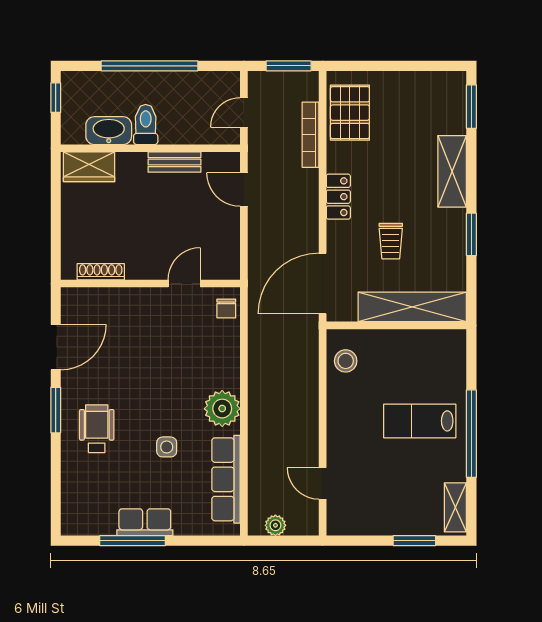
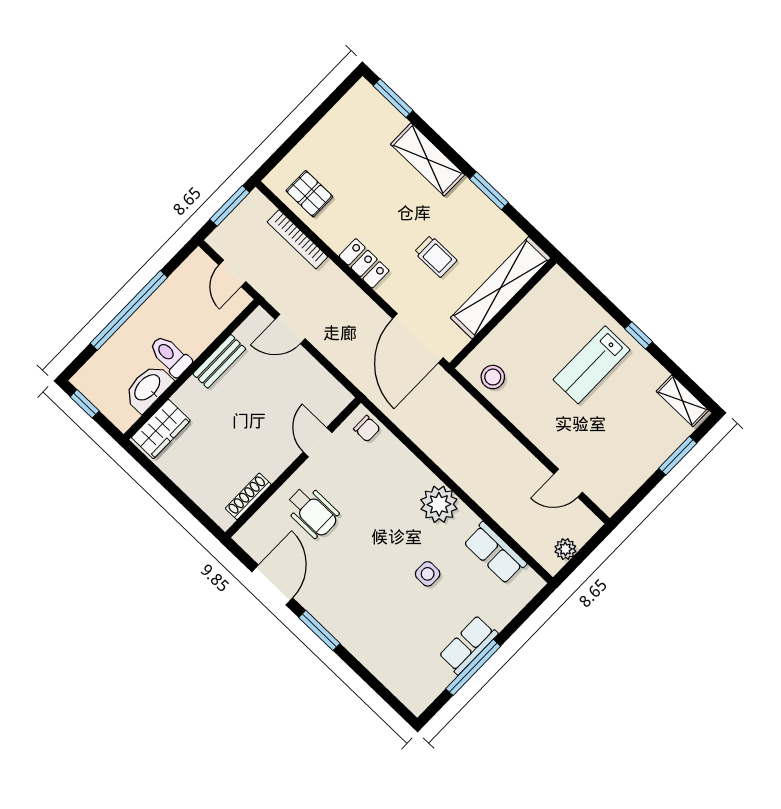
pallet: (350, 113) -> (309, 194), width x0.67, depth x0.71
wheelchair: (97, 429) -> (312, 512), moved, turned 180
window: (471, 434) -> (639, 335), width x0.32
row of seats: (226, 479) -> (495, 553), width x0.68

